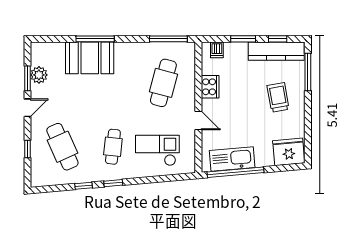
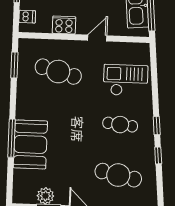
window: (168, 39) -> (14, 65), width x0.69
cafe table: (62, 147) -> (118, 175), turned 36
checkout: (157, 150) -> (126, 80), turned 90

